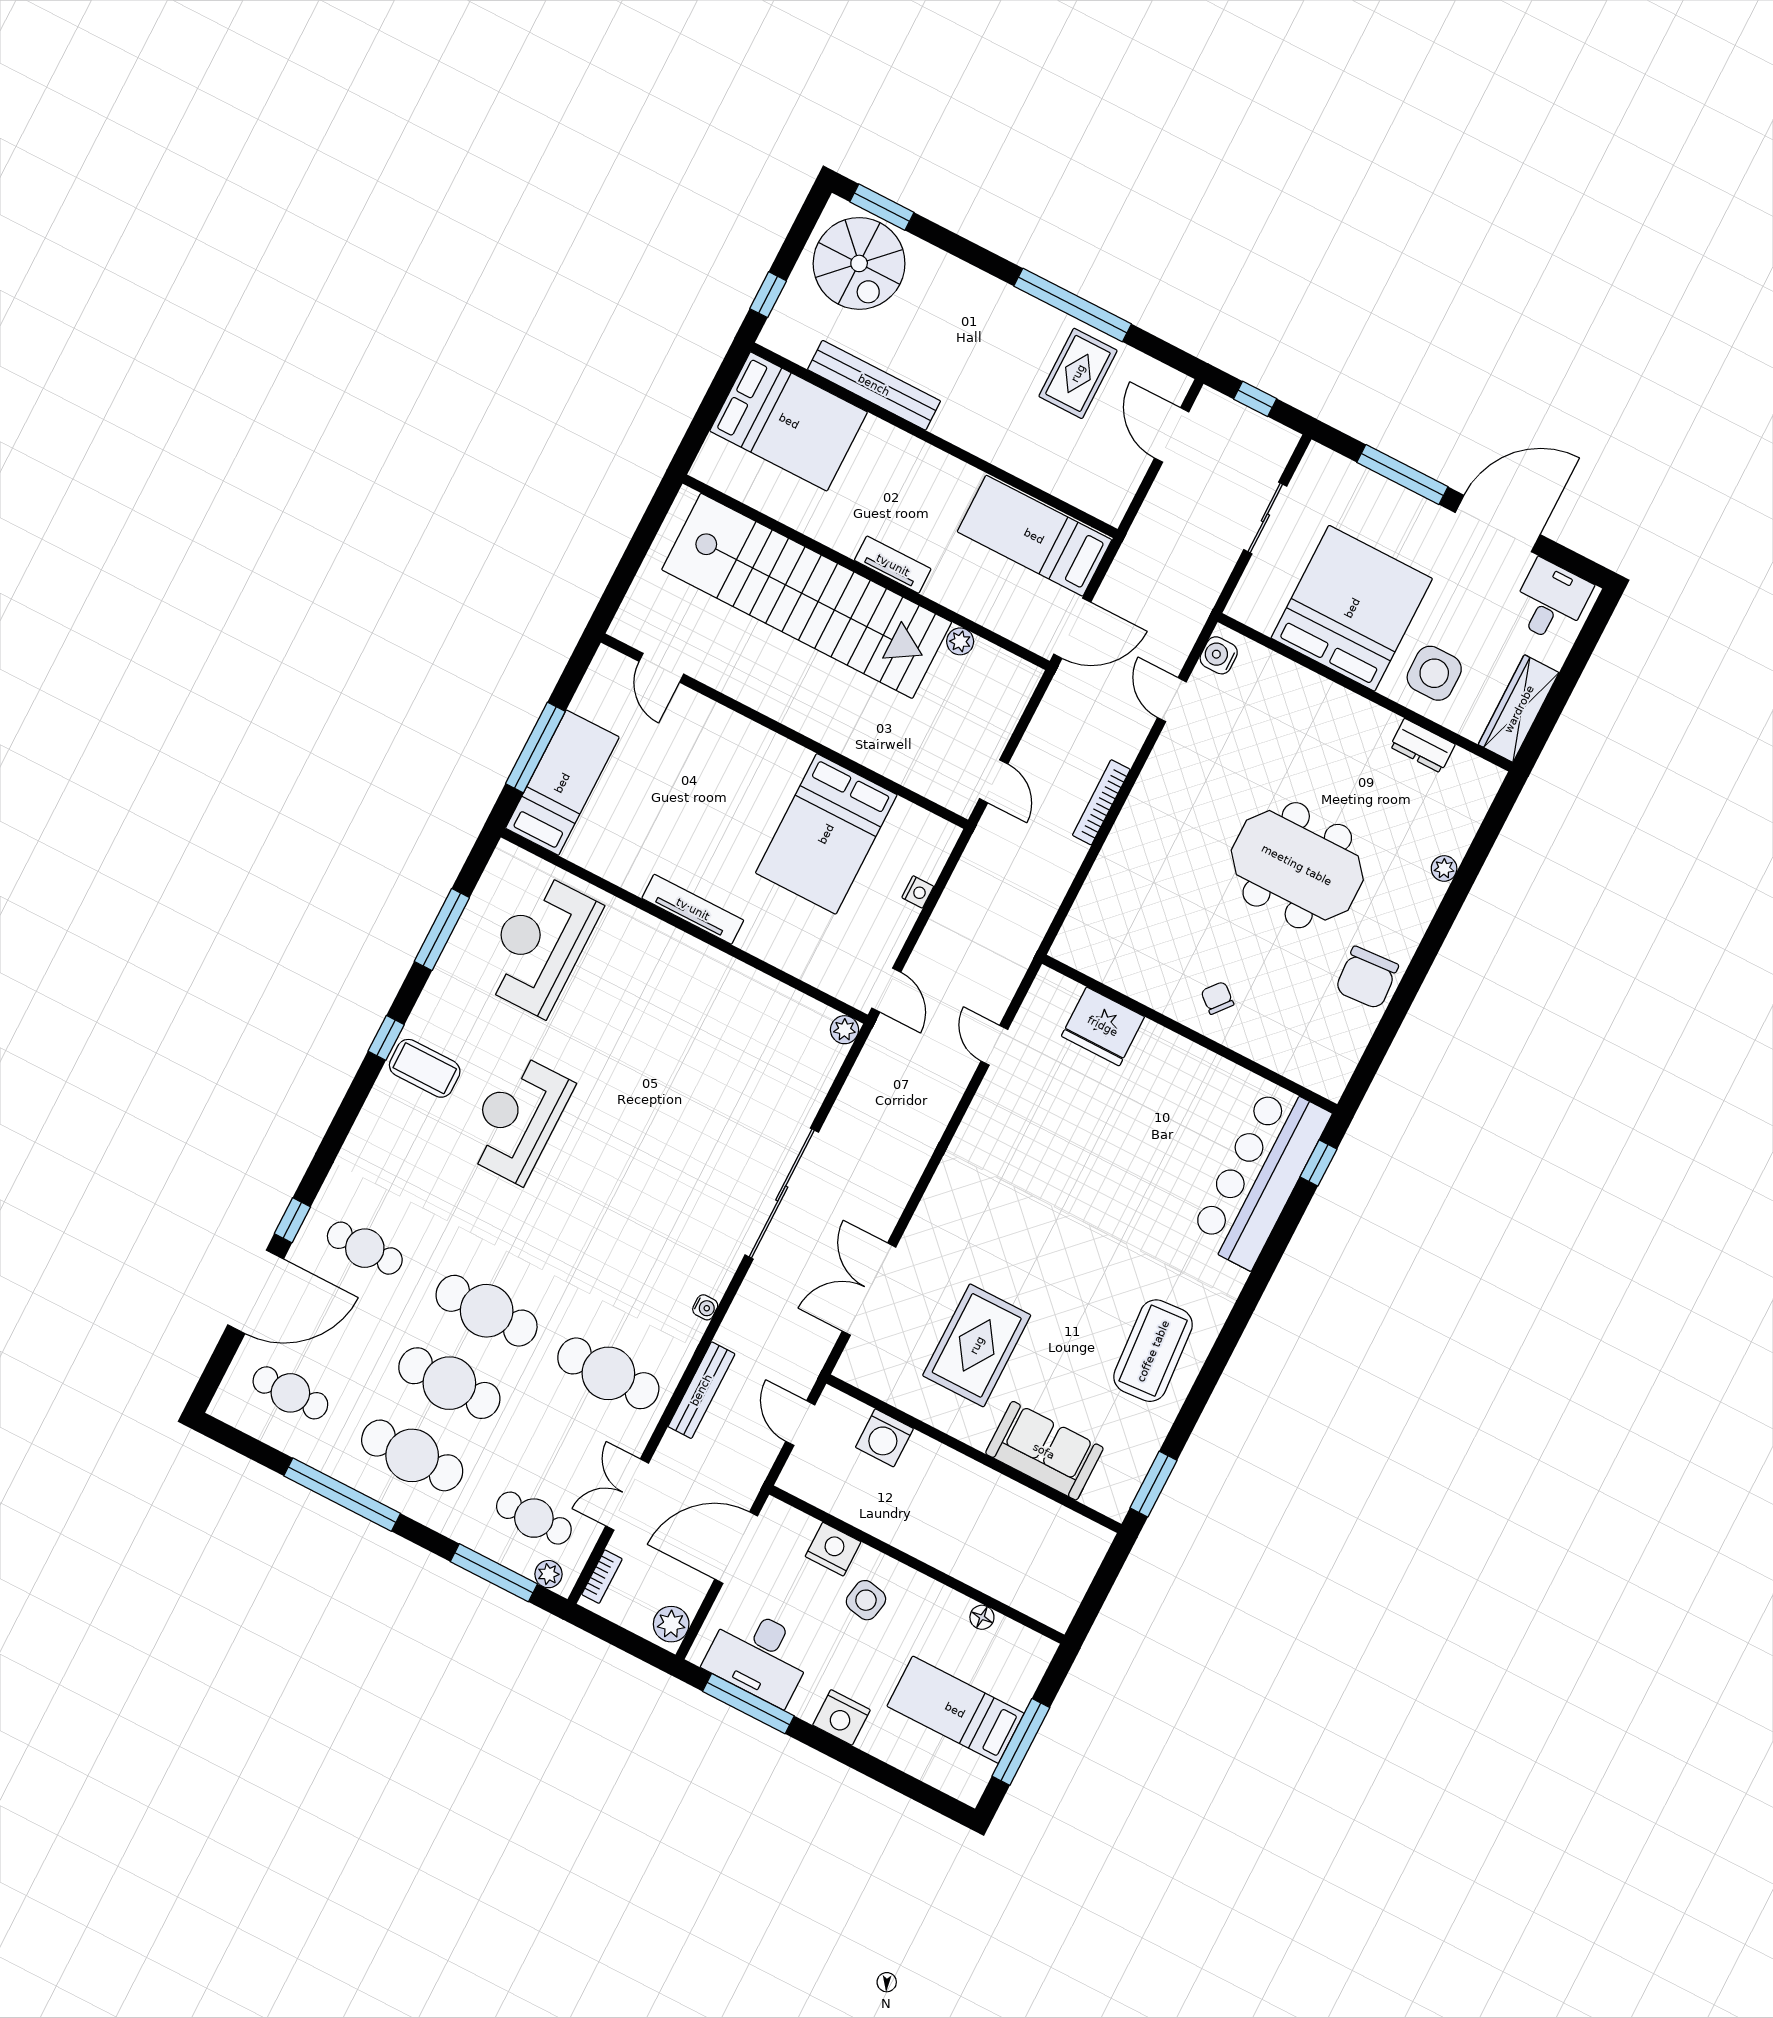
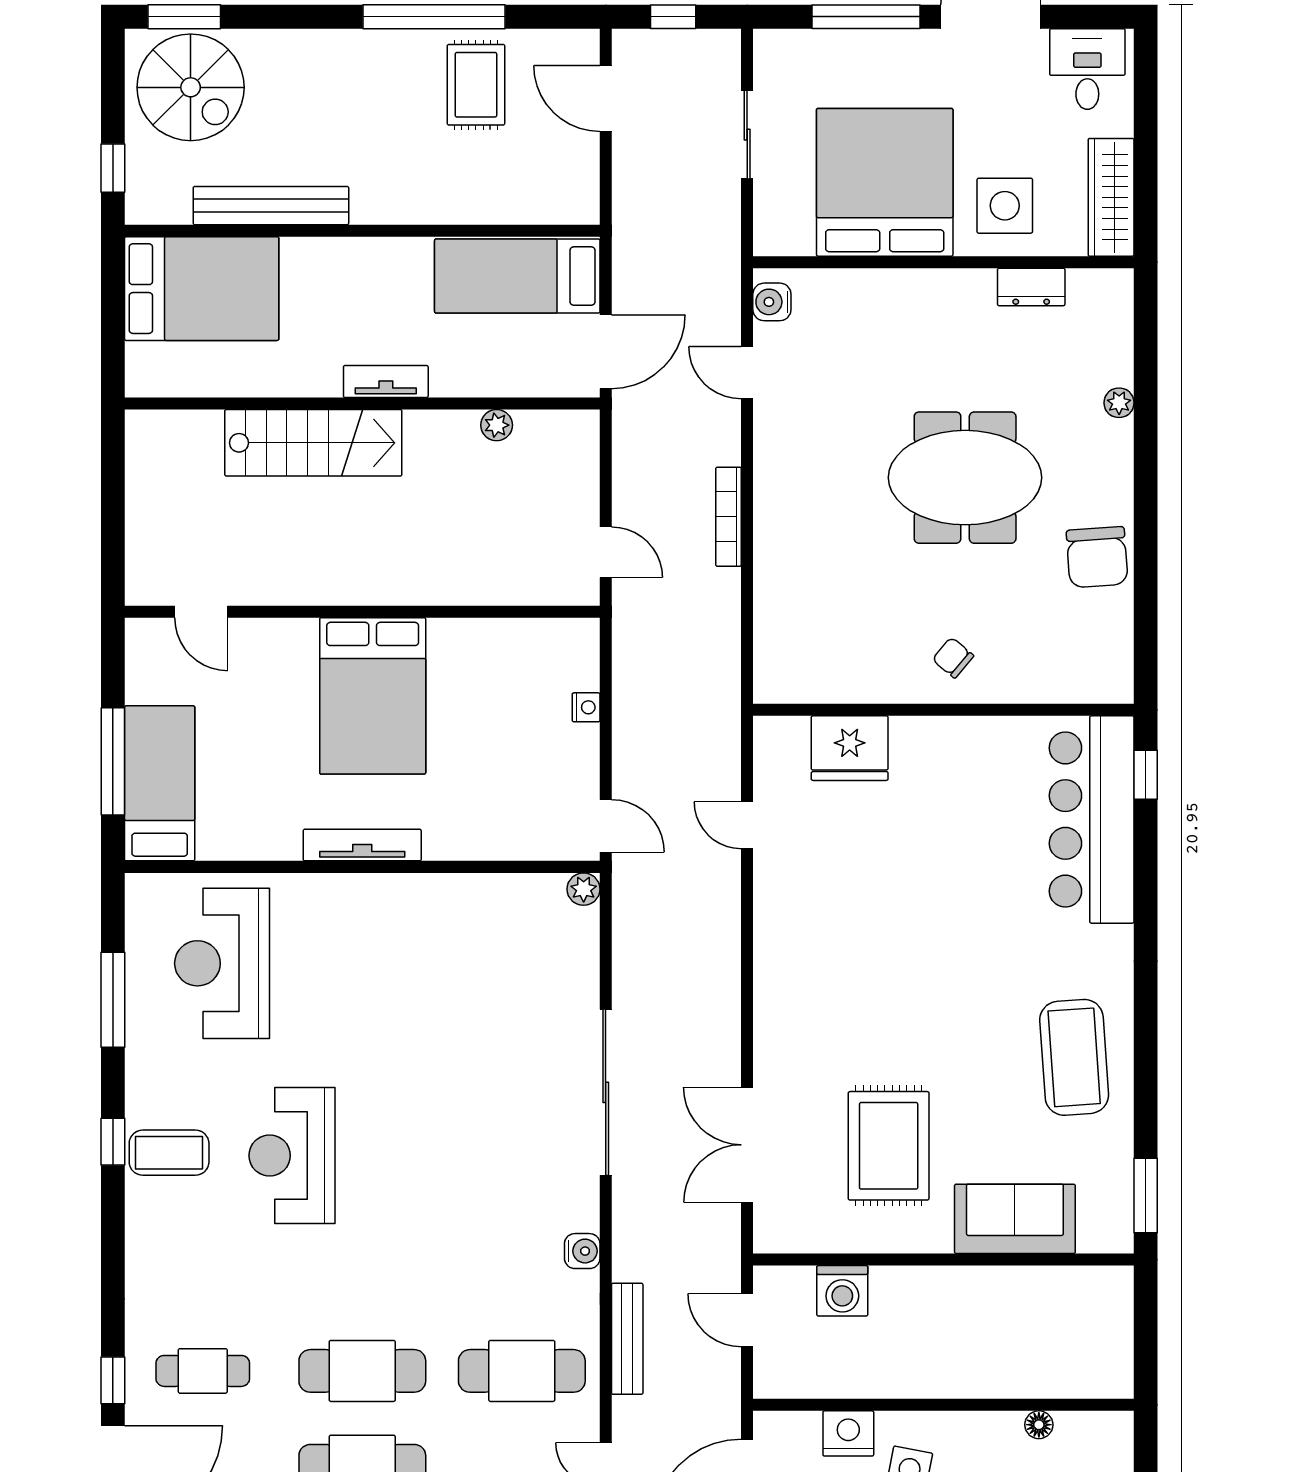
stairs: (807, 596) -> (313, 443), width x0.54, depth x0.66
bed: (826, 834) -> (373, 696), moved
water cooler: (705, 1307) -> (582, 1251), width x1.38, depth x1.38

